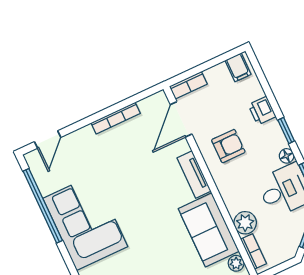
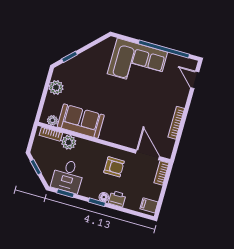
armchair: (228, 146) -> (114, 167), turned -90
floor lamp: (287, 156) -> (104, 197), moved
tv unit: (194, 175) -> (115, 138), removed

